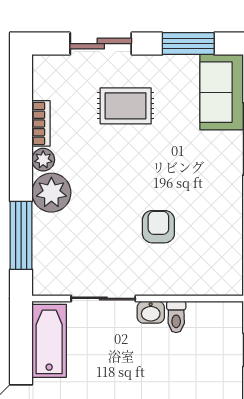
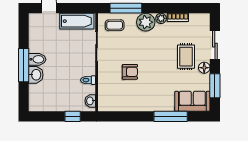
floor lamp: (149, 67) -> (204, 68), added
coffee table: (58, 260) -> (115, 25), added
washbasin: (151, 312) -> (90, 101), moved

